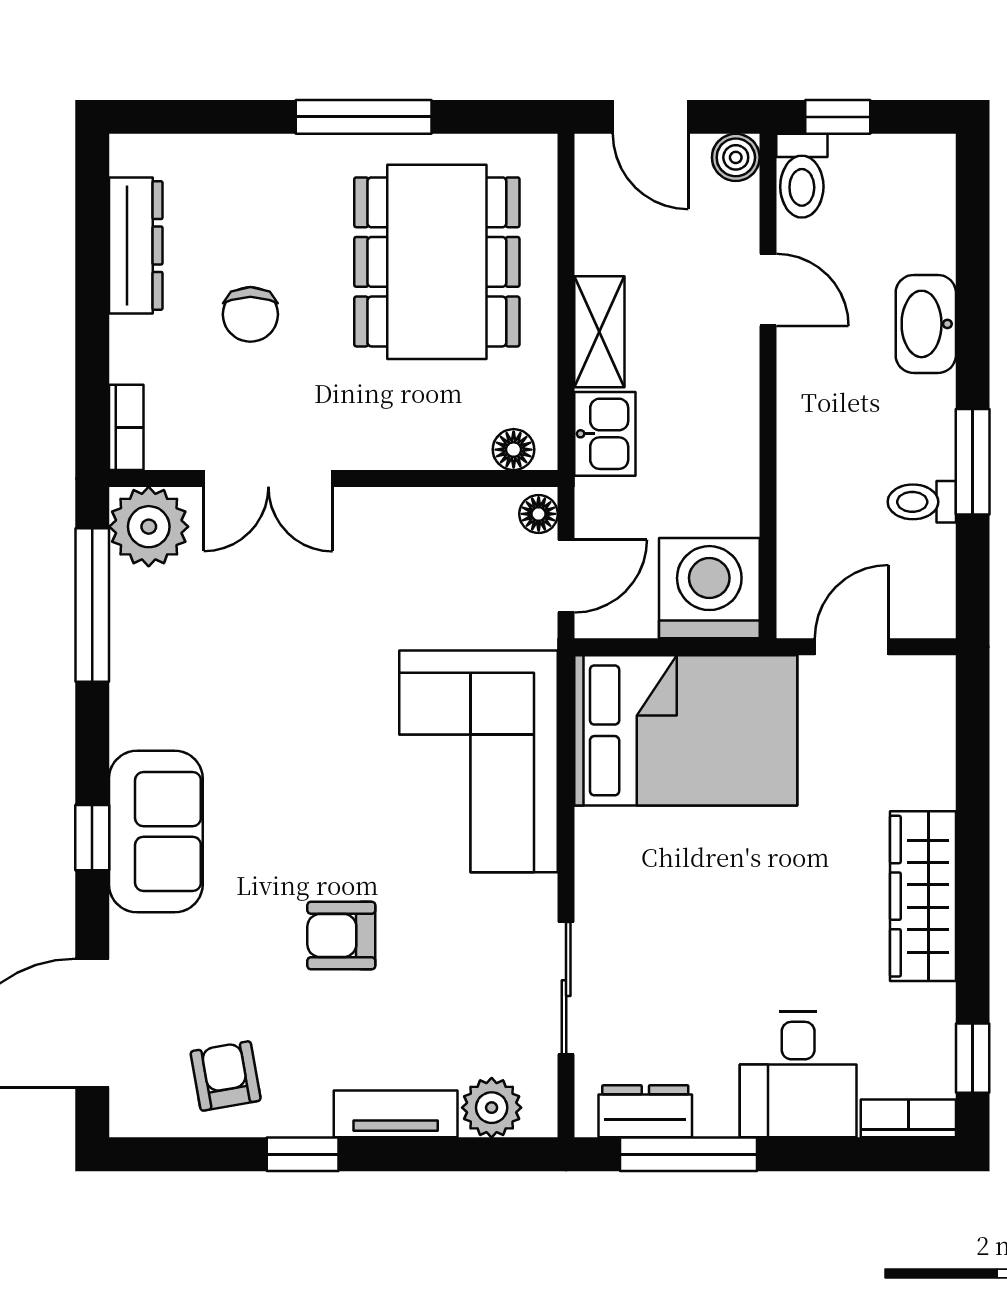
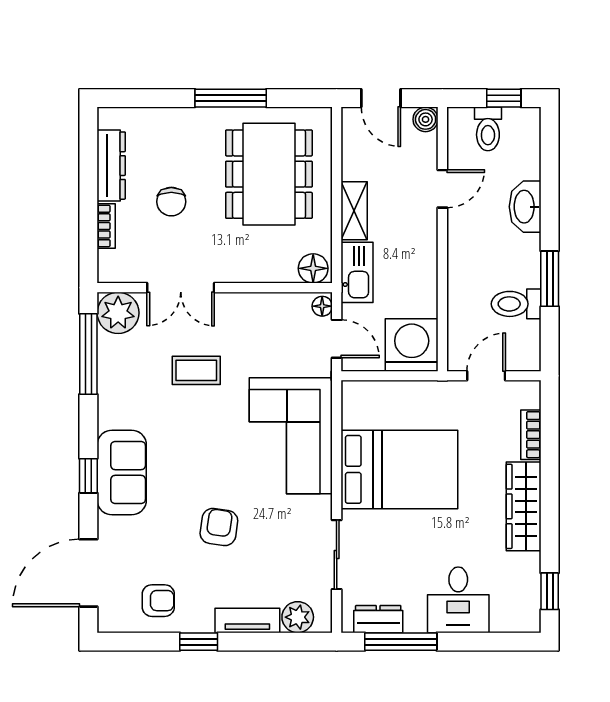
window: (838, 117) -> (504, 98), moved
toilet: (802, 176) -> (488, 129), moved
door: (768, 290) -> (442, 189), hinge flipped
bookcase: (126, 427) -> (106, 226), moved
kitchen sink: (605, 434) -> (357, 272), width x1.38
floor lamp: (514, 450) -> (313, 268), width x1.37, depth x1.37
toilet: (922, 502) -> (516, 304), width x1.37, depth x1.39
door: (566, 576) -> (337, 339), hinge flipped
coffee table: (298, 637) -> (196, 370), added
bed: (686, 730) -> (399, 469), moved
armchair: (341, 936) -> (219, 527), turned 98
armchair: (226, 1076) -> (158, 601), turned 100
bookcase: (908, 1118) -> (531, 435), moved, turned -90

